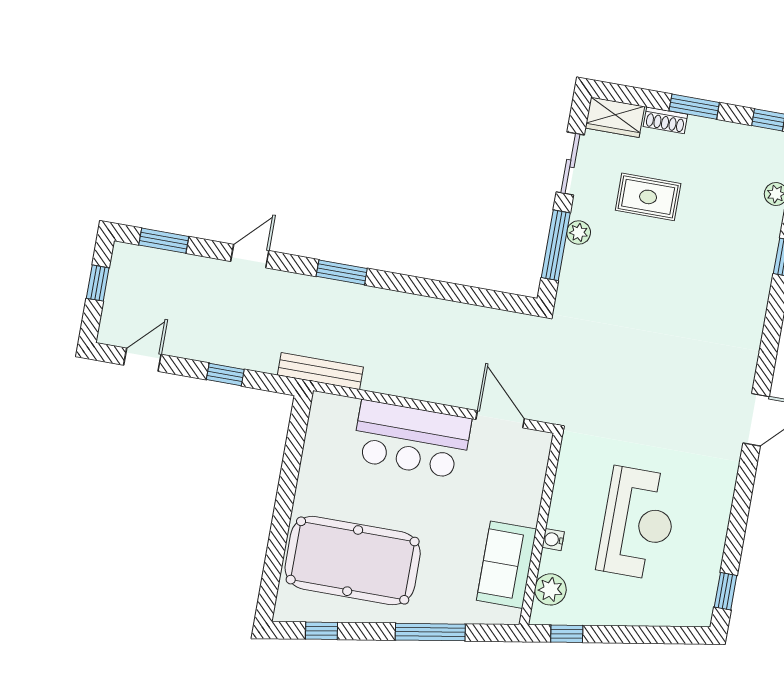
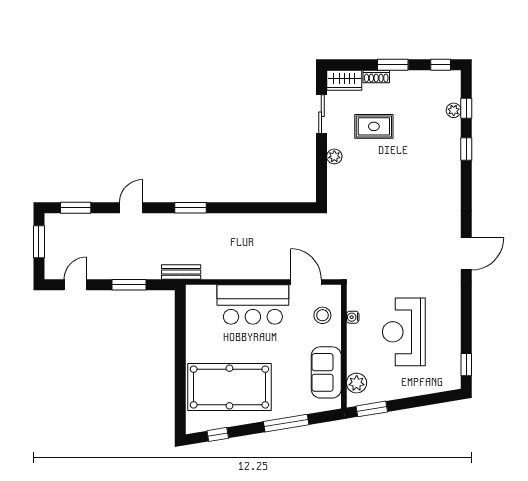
window: (556, 245) -> (321, 167), removed
window: (98, 283) -> (39, 242), width x1.50
bench: (320, 371) -> (181, 272), width x0.73
window: (225, 374) -> (129, 285), width x1.50
stool: (516, 475) -> (322, 315), added
reception desk: (638, 523) -> (404, 332), turned 180
water cooler: (553, 540) -> (353, 317), moved
window: (567, 634) -> (372, 409), width x1.50

